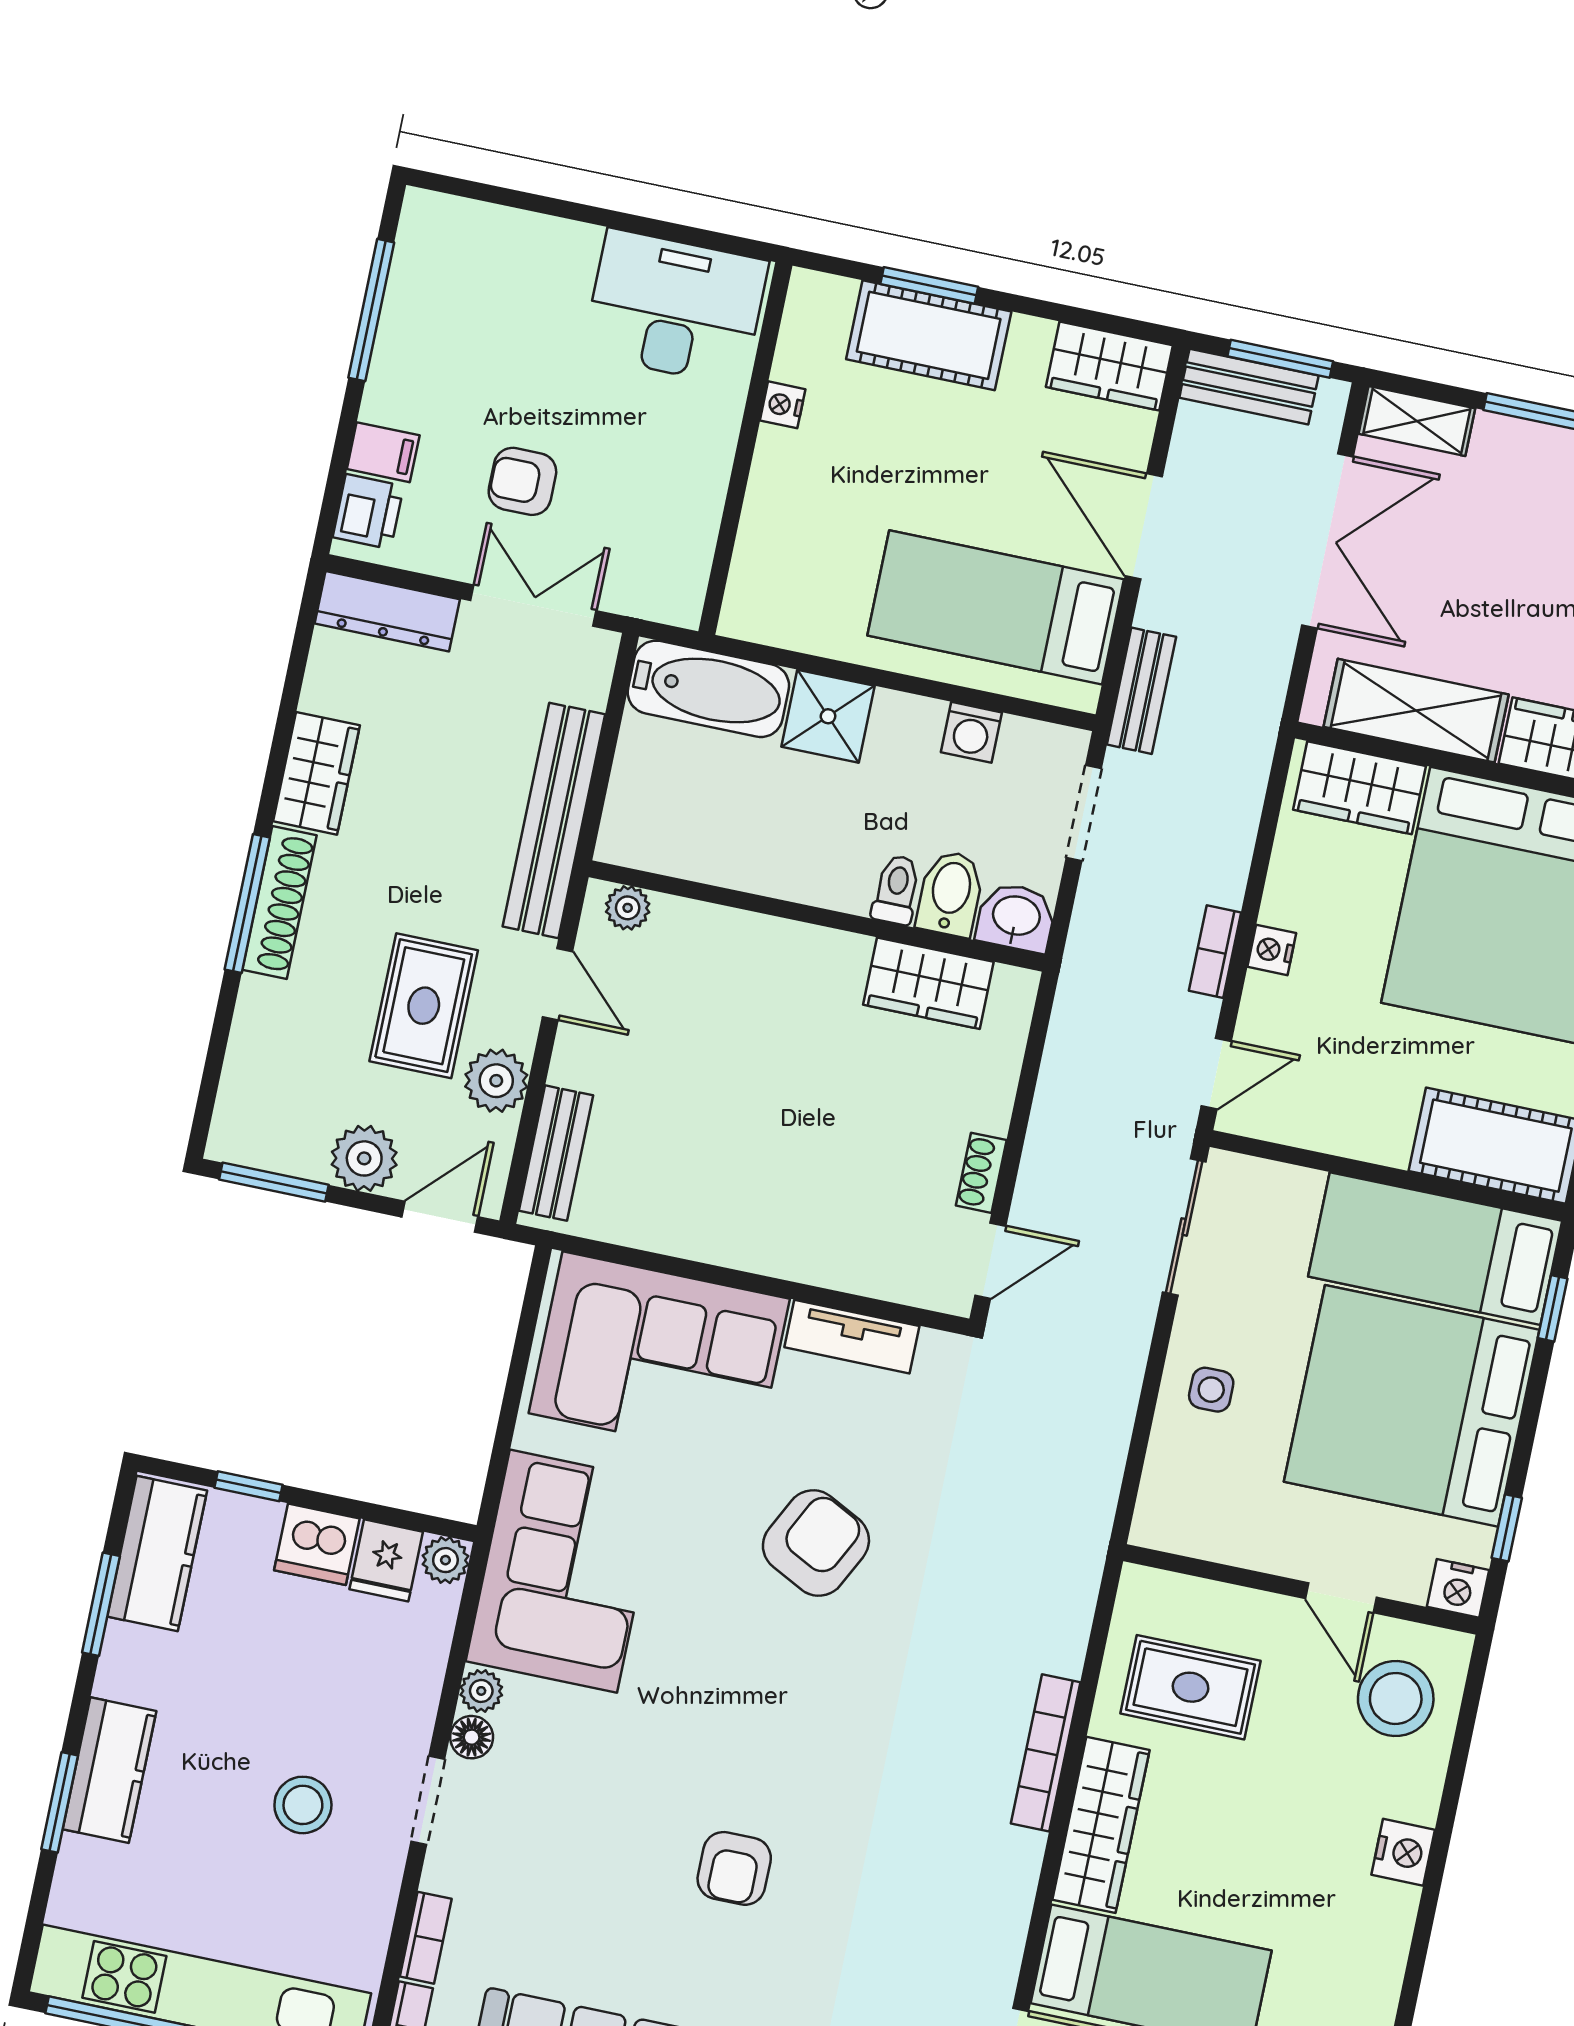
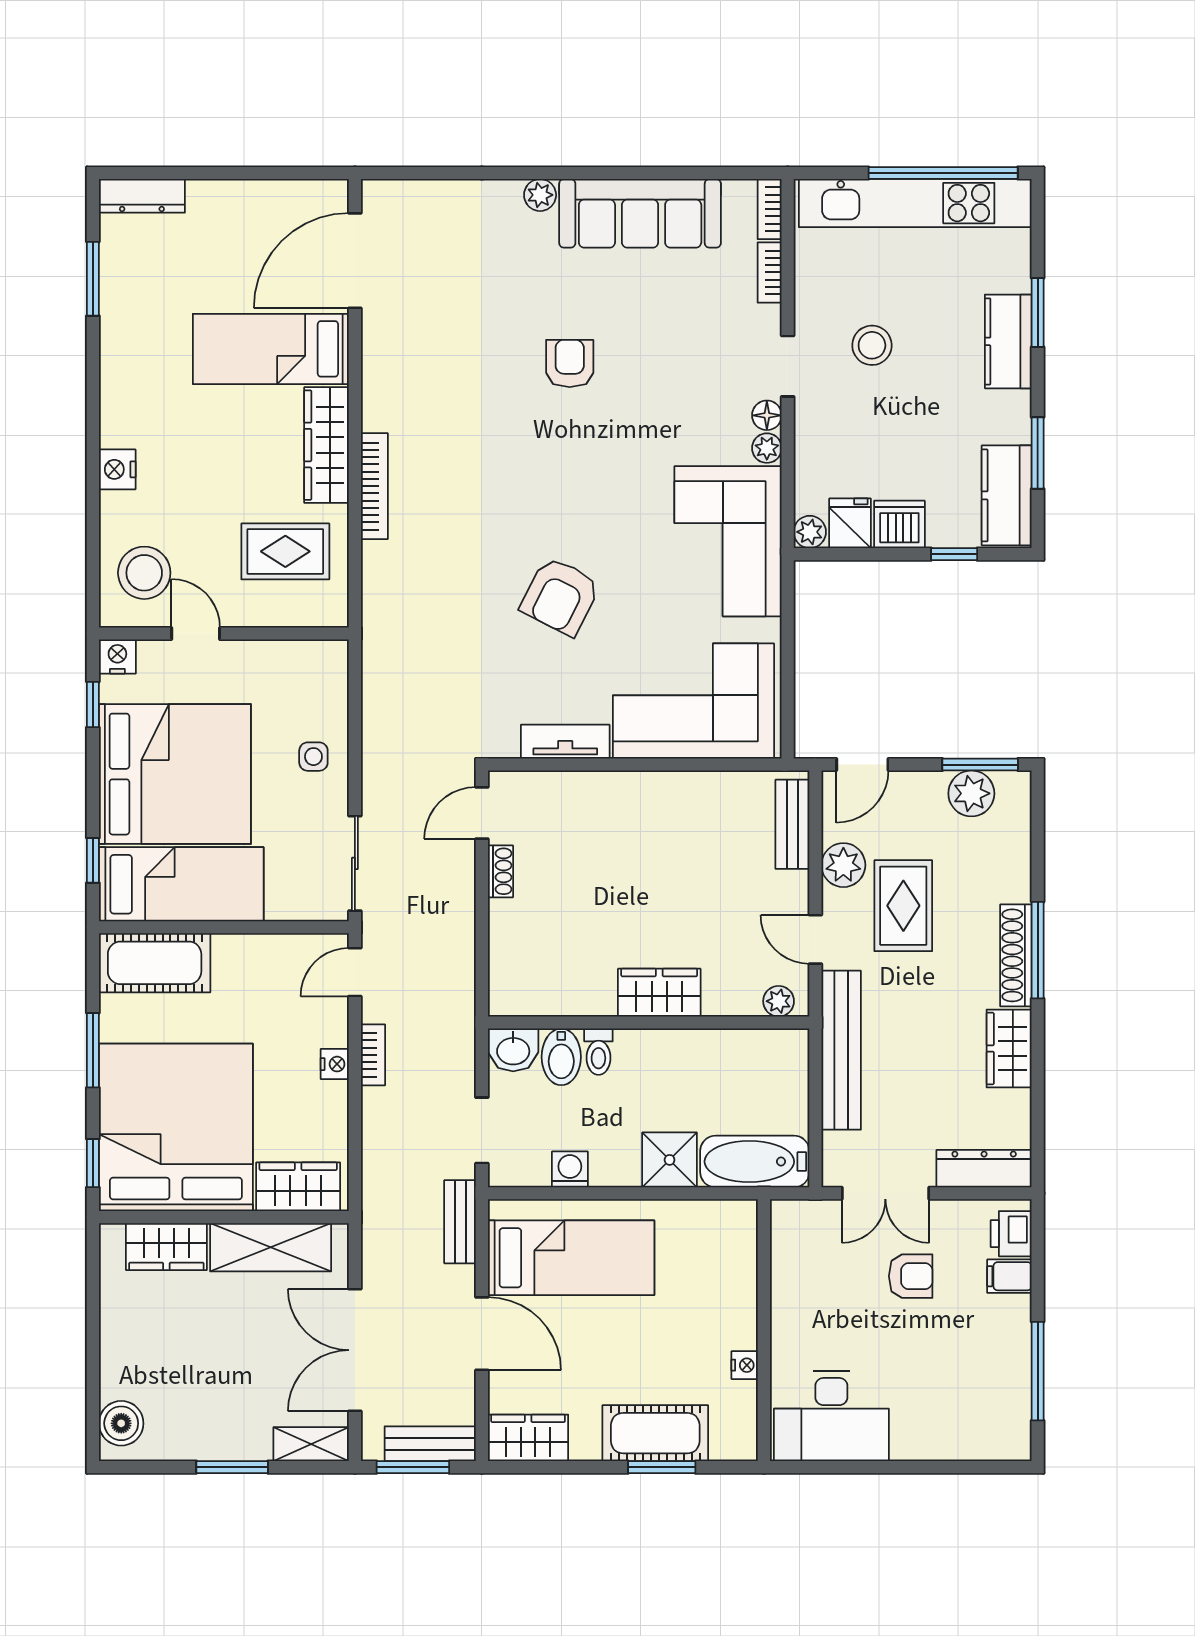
wardrobe: (928, 983) -> (659, 993), moved
plant: (364, 1158) -> (971, 793), moved

